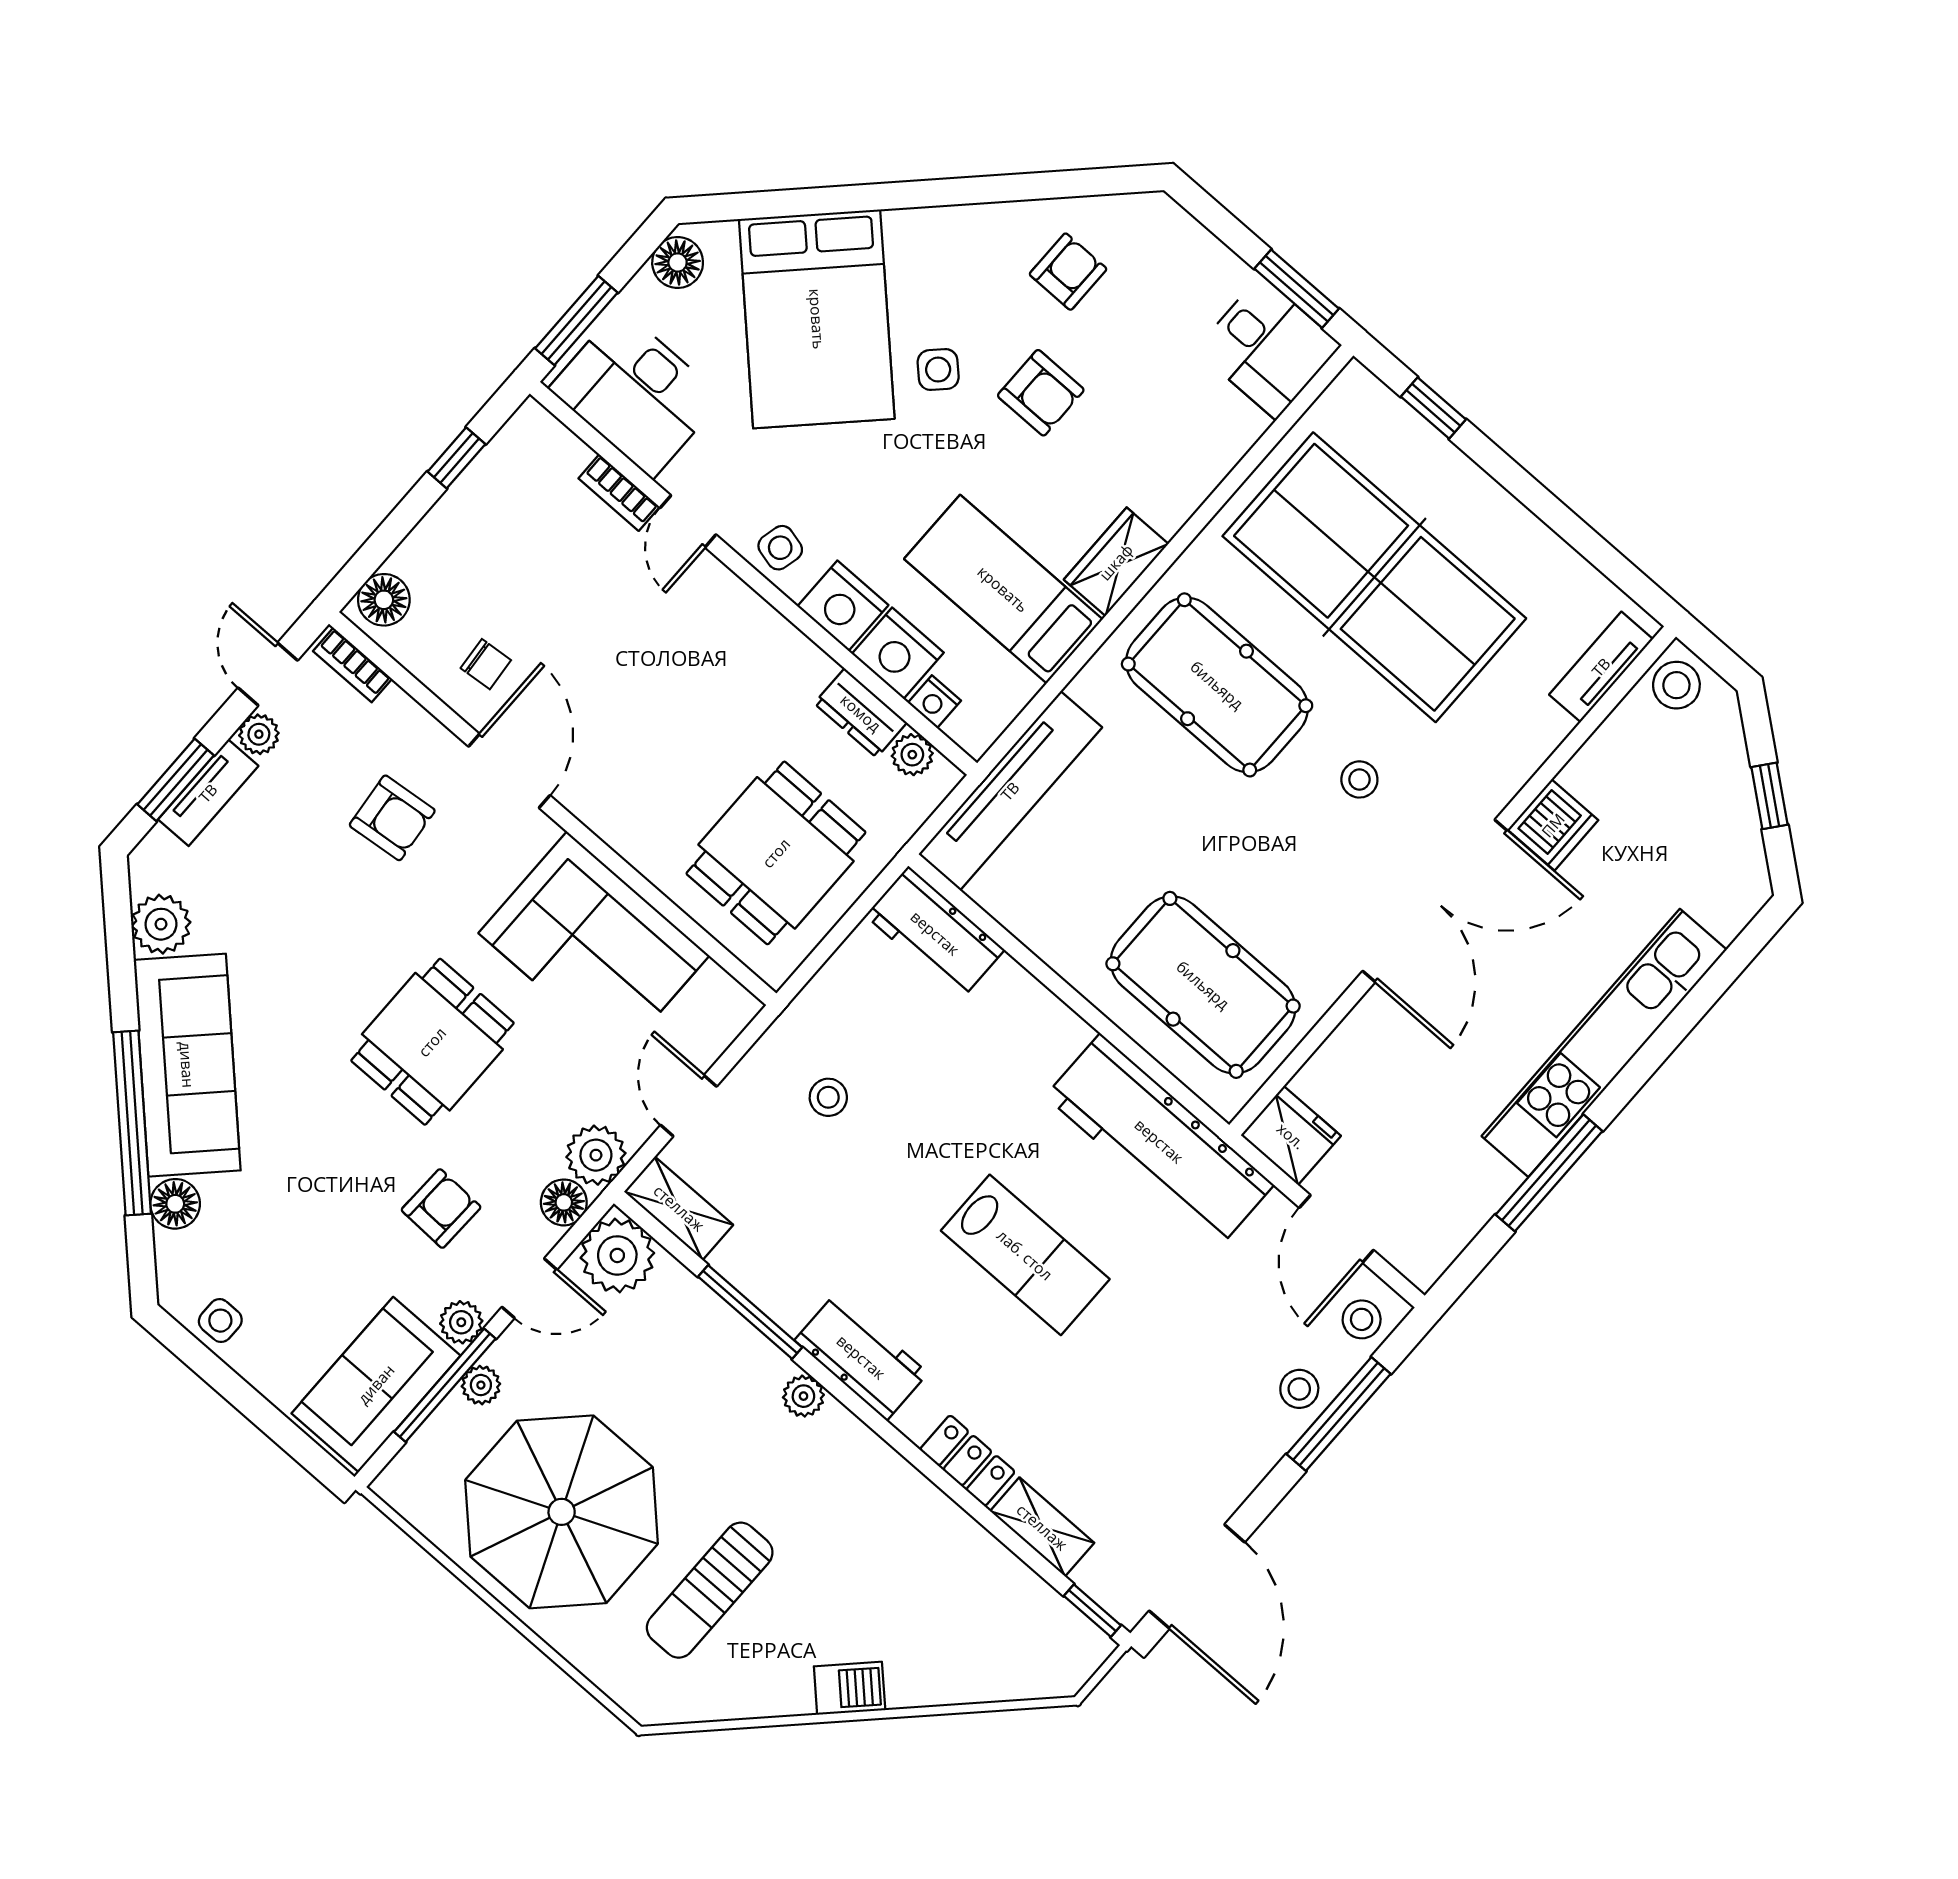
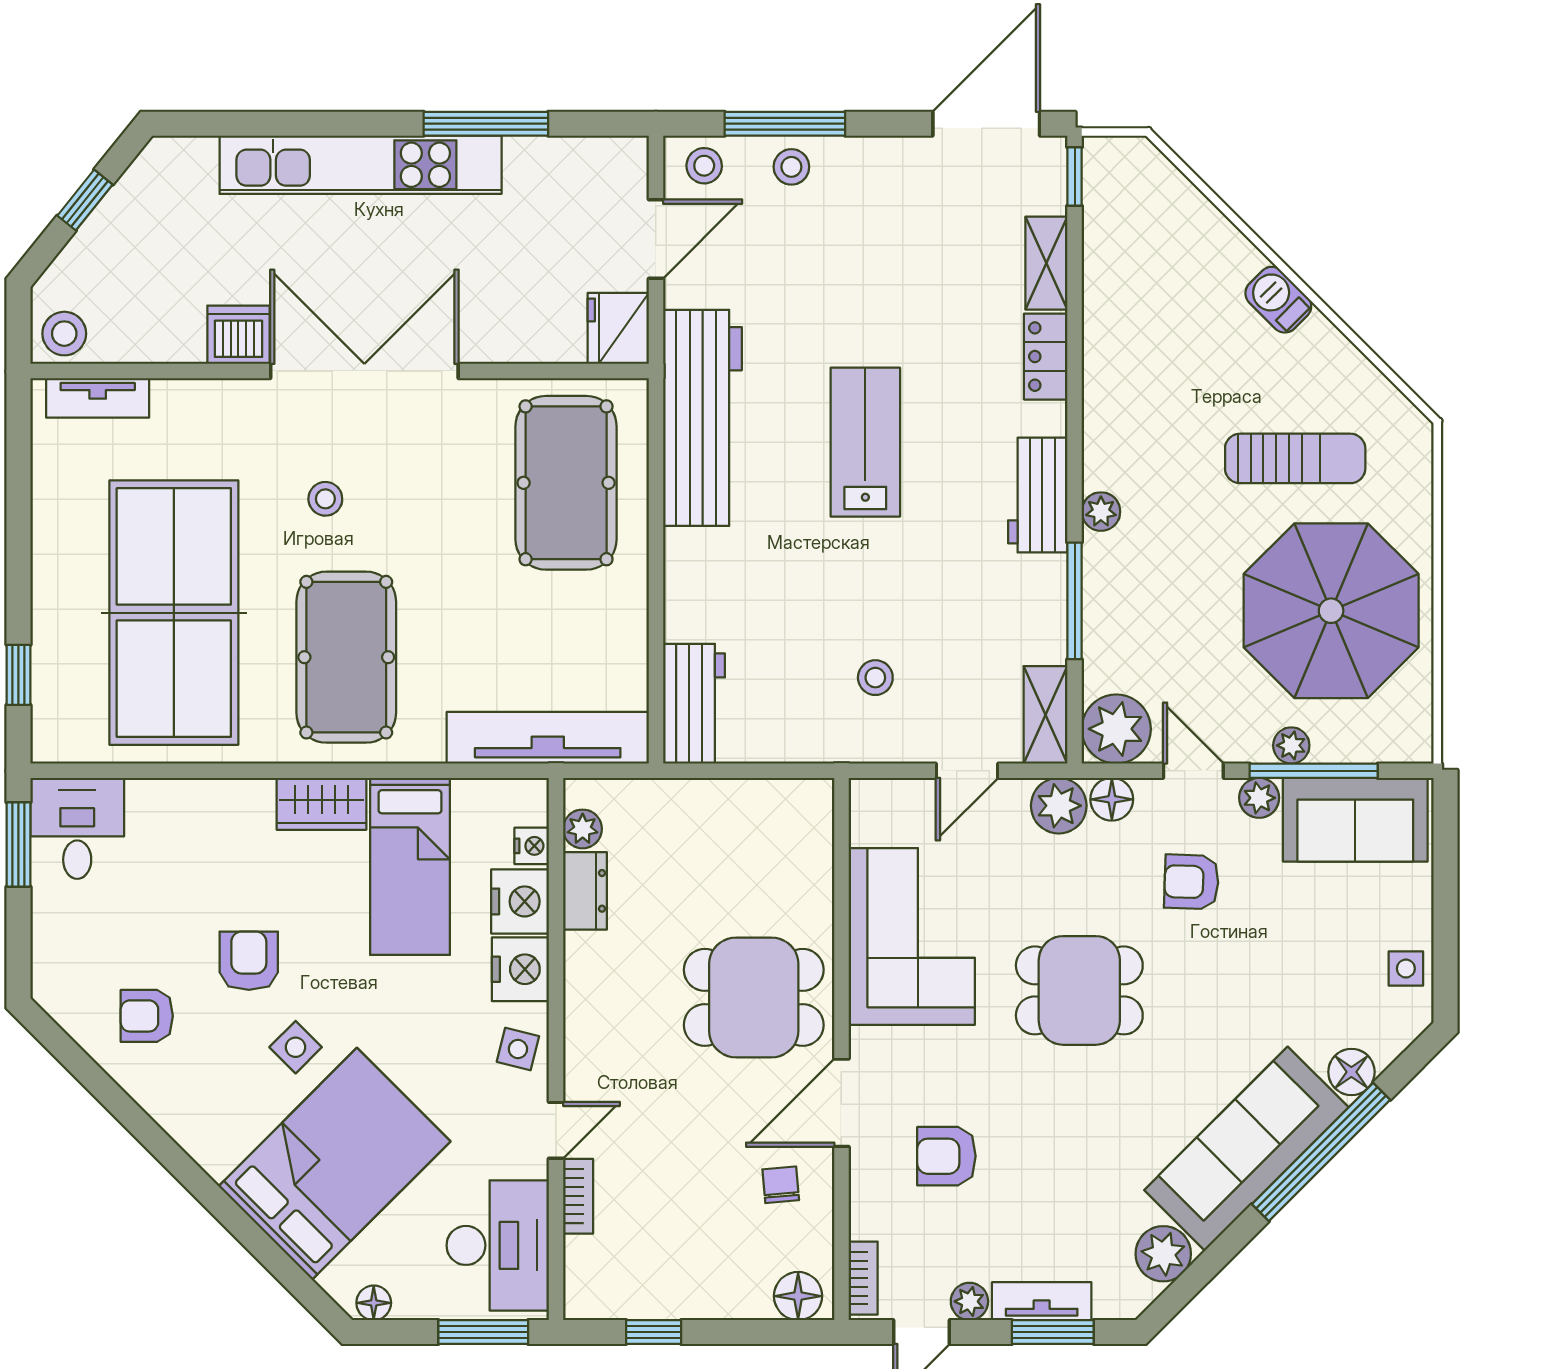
floor lamp: (678, 262) -> (374, 1303), width x0.73, depth x0.73
armchair: (392, 818) -> (946, 1156), turned -84
dining table: (776, 853) -> (754, 997), moved

